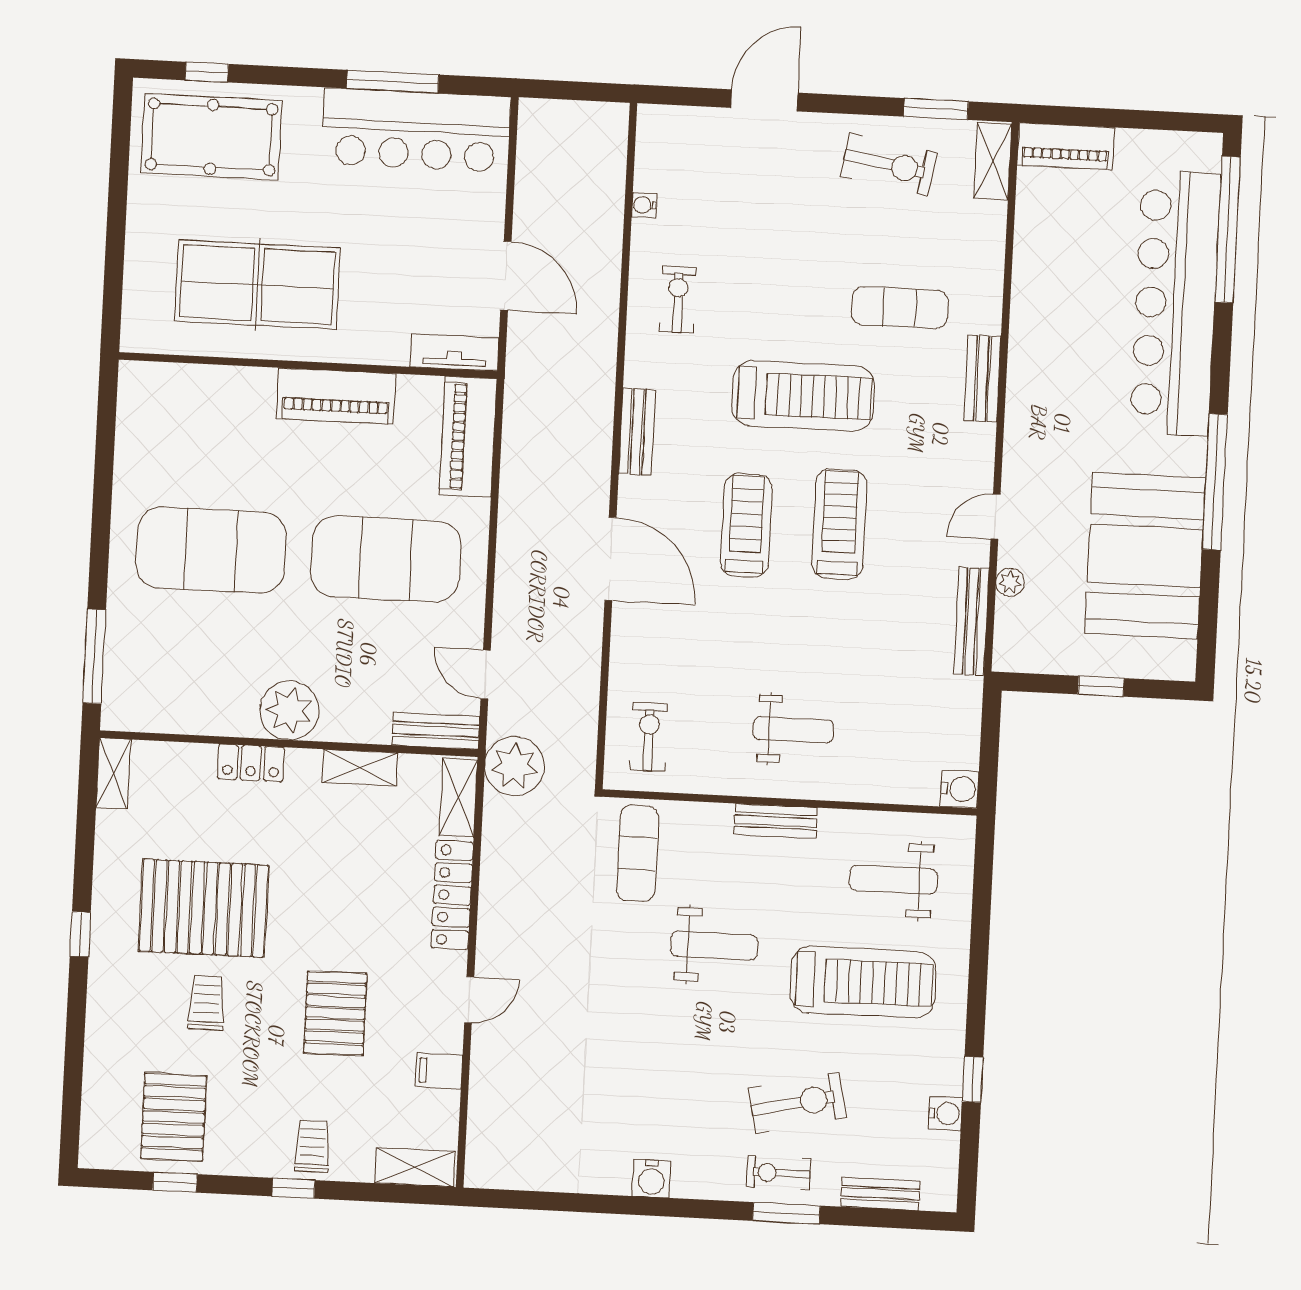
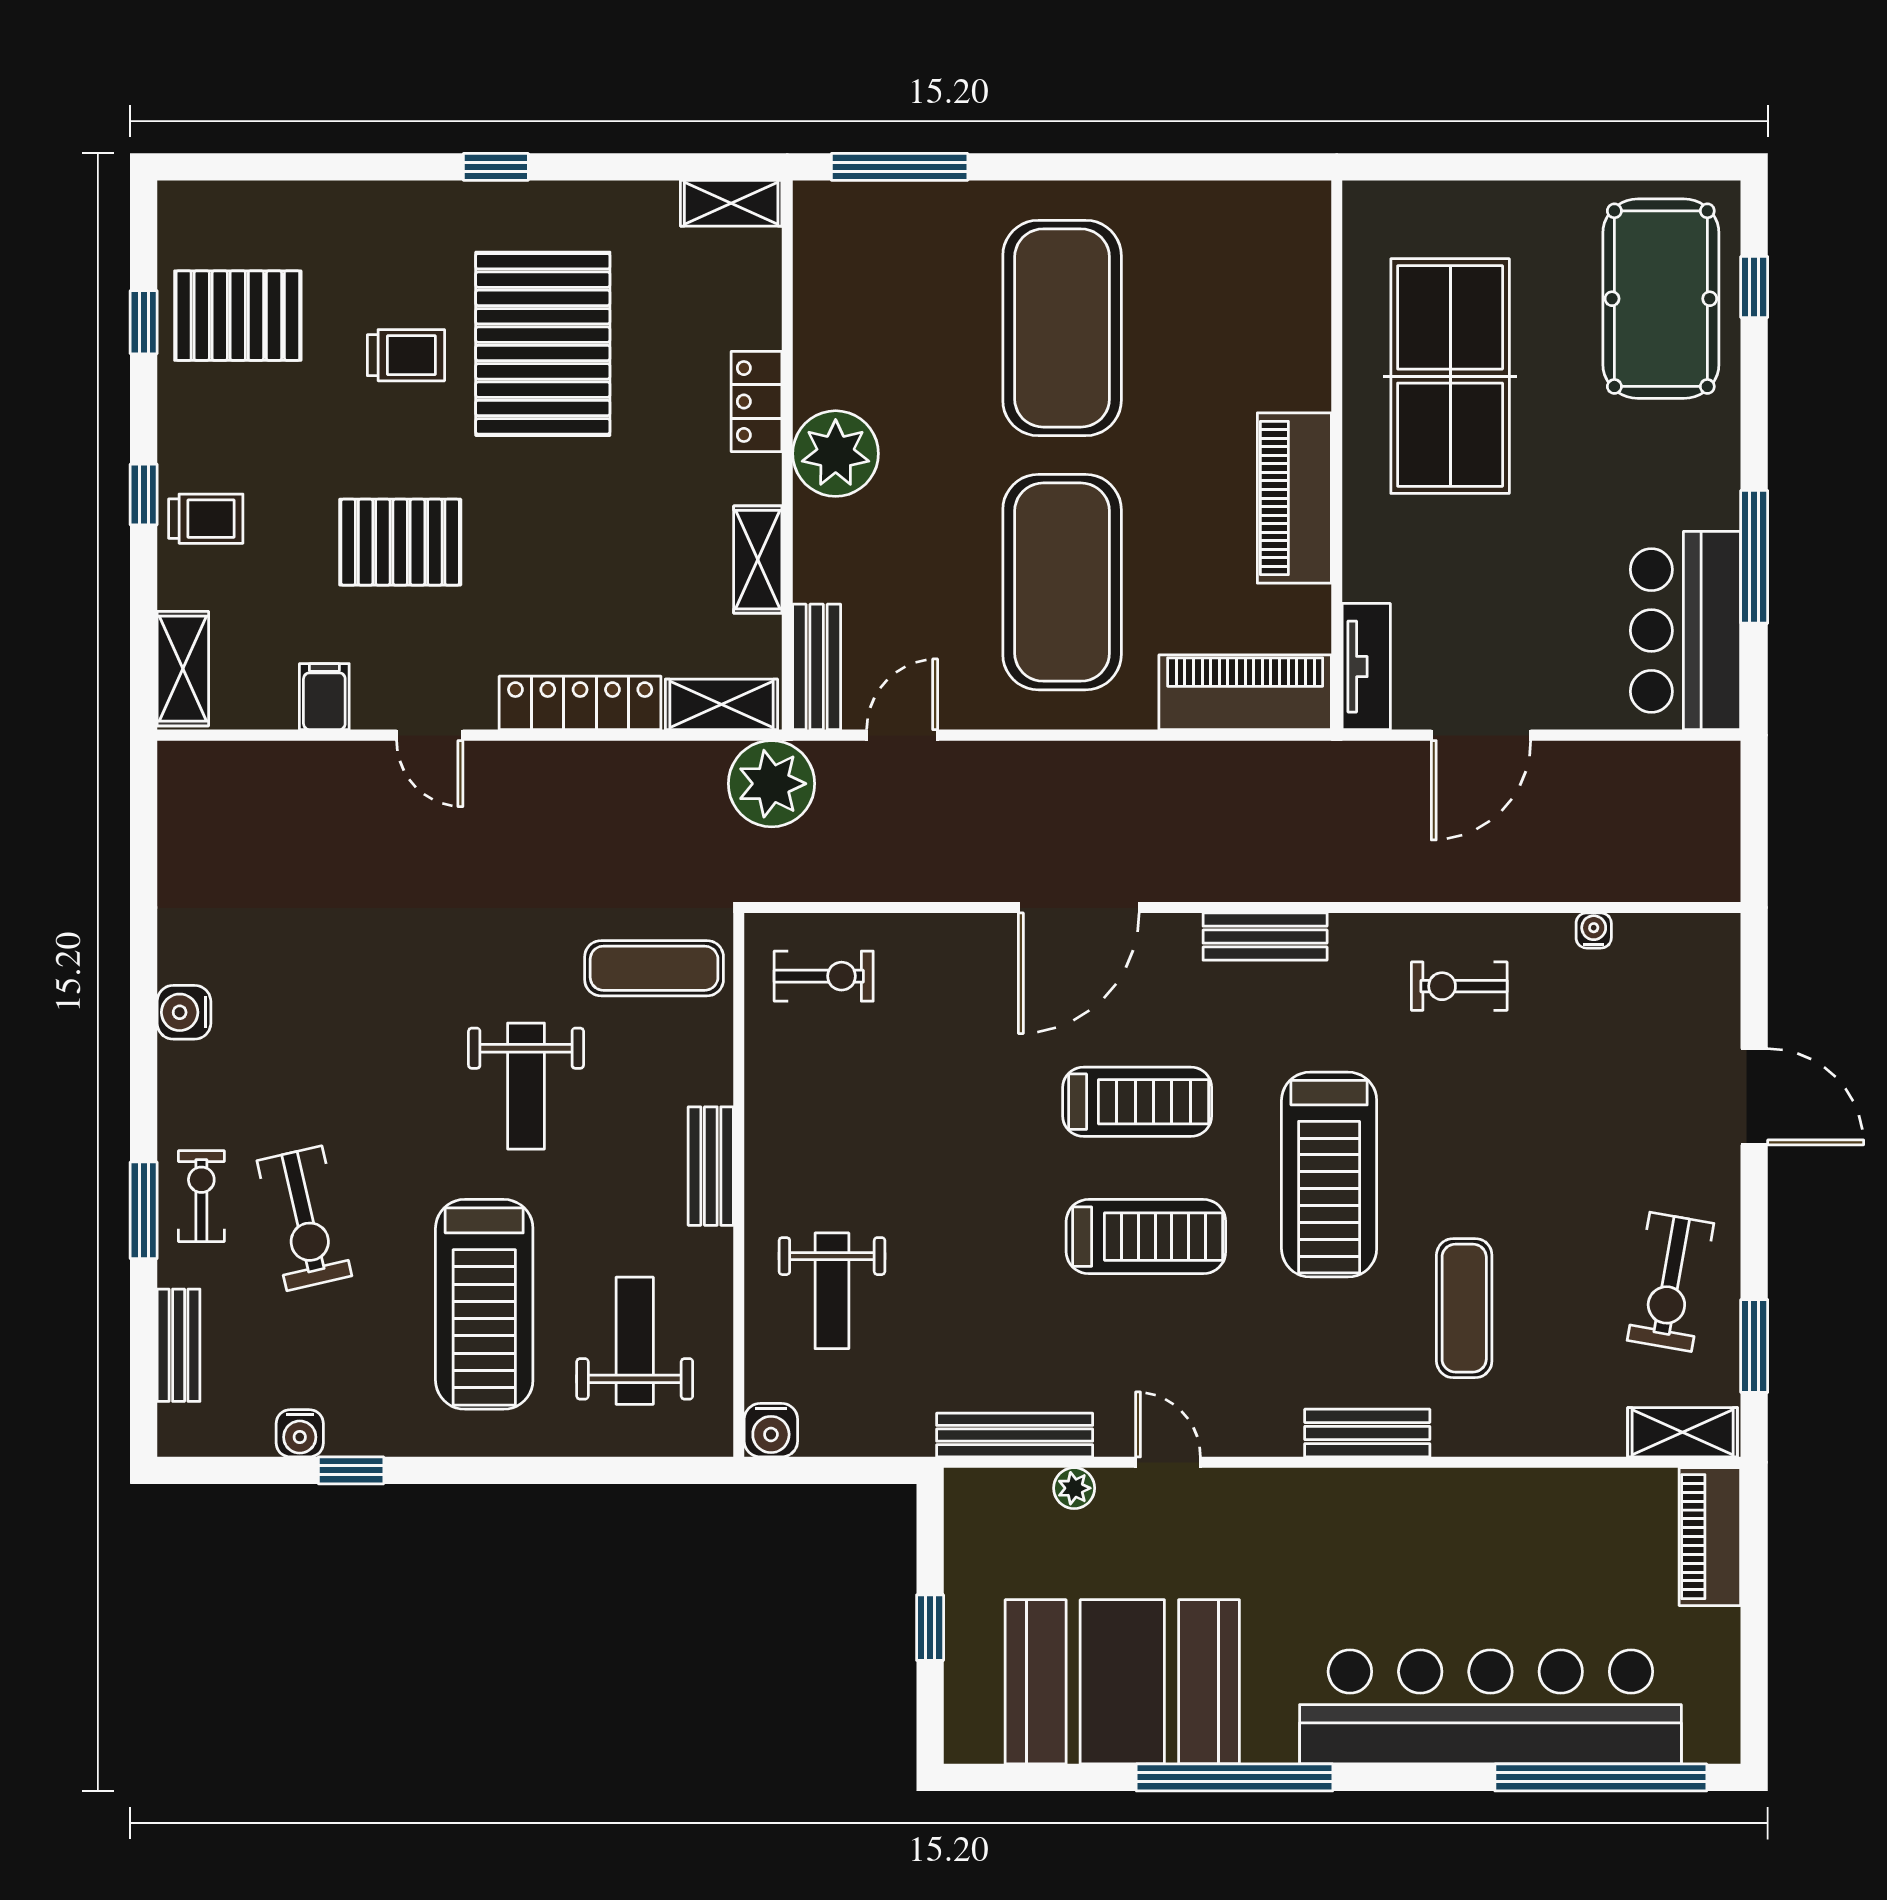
bar counter: (416, 130) -> (1686, 631), width x0.73
exercise bike: (678, 300) -> (1459, 986), turned 180
weight bench: (793, 730) -> (832, 1291), moved

